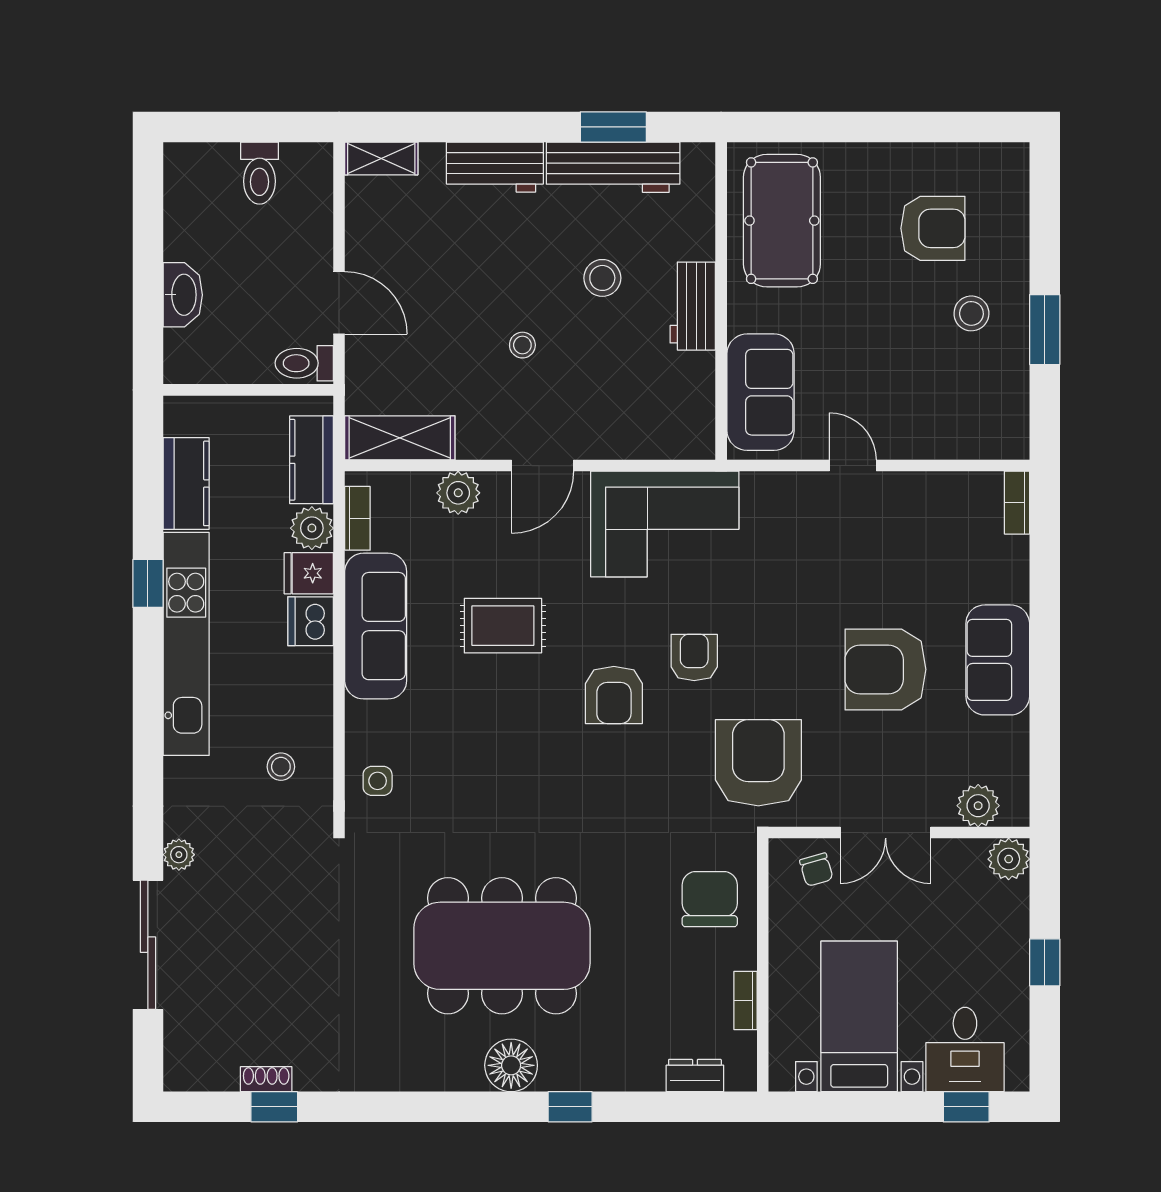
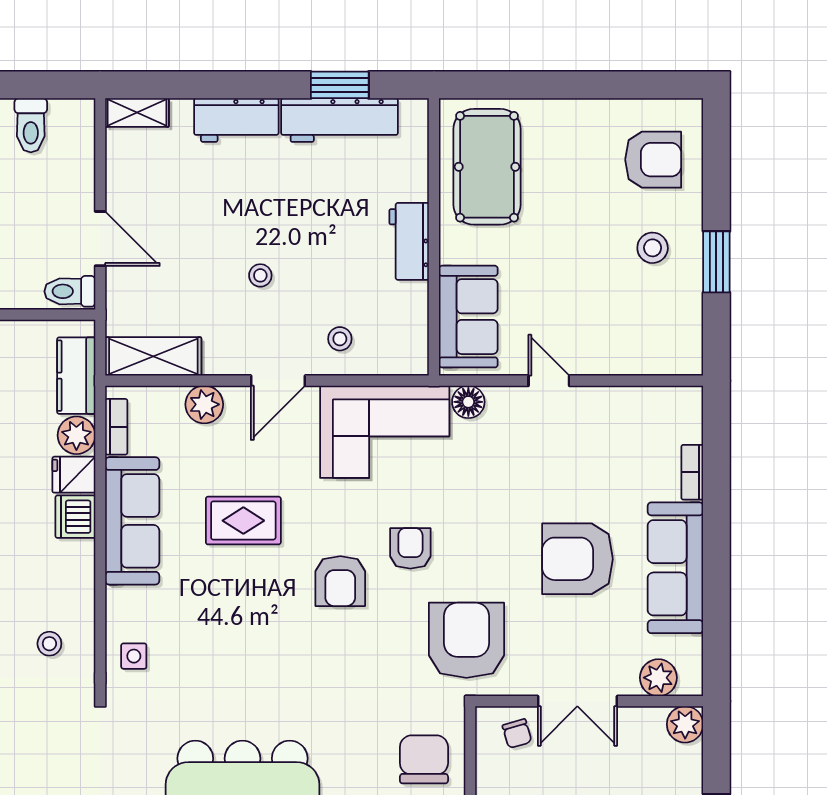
armchair: (933, 228) -> (653, 160), moved
stool: (602, 278) -> (340, 339), moved, width x0.73, depth x0.73
floor lamp: (760, 490) -> (468, 402), added
bookcase: (1017, 503) -> (692, 472), moved
sofa: (998, 660) -> (675, 568), width x1.36

